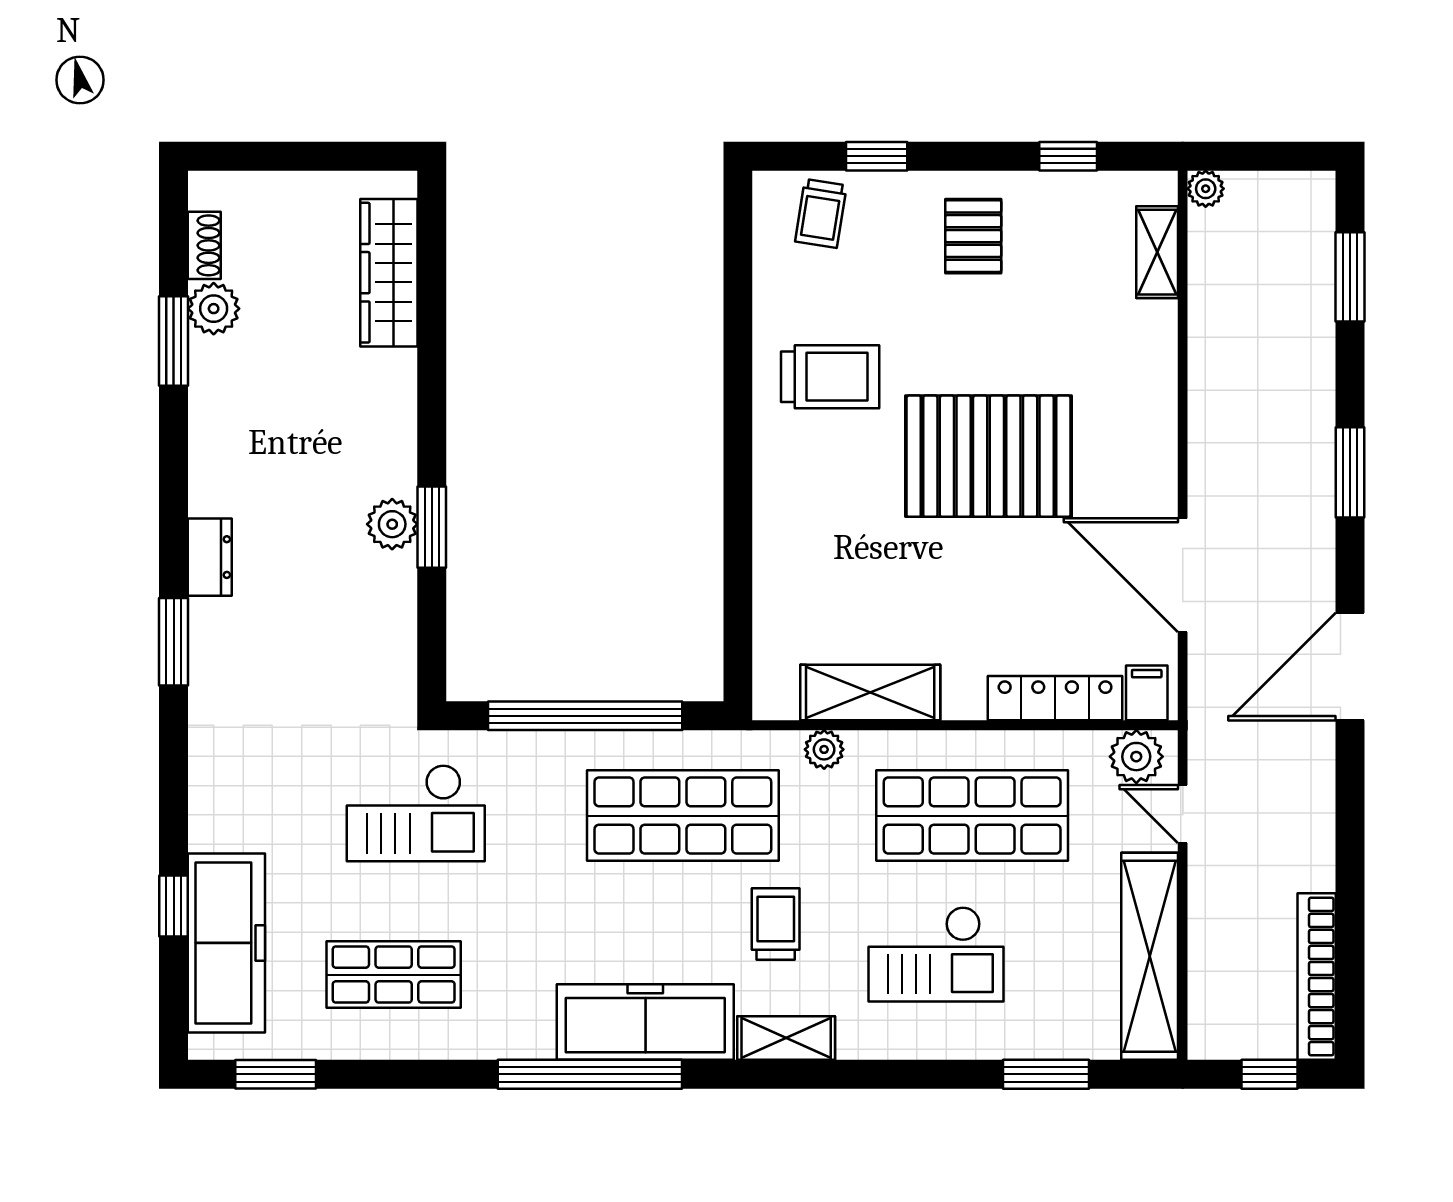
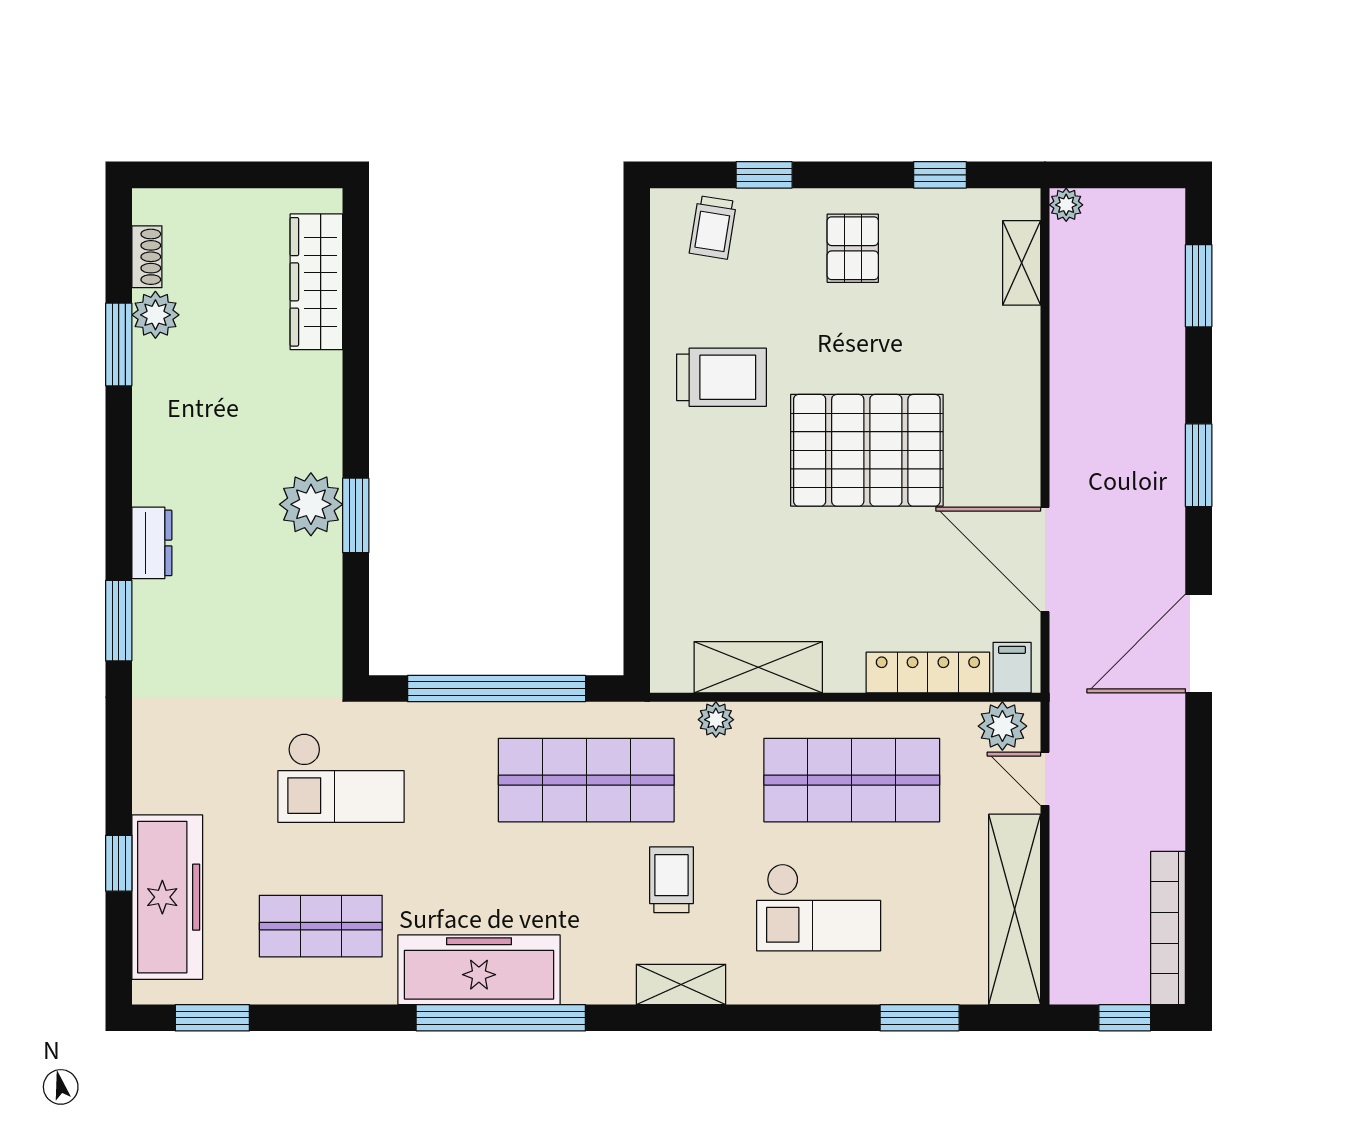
plant: (392, 524) -> (311, 504), width x1.36, depth x1.36
freezer: (645, 1022) -> (479, 970), moved

